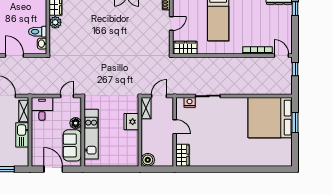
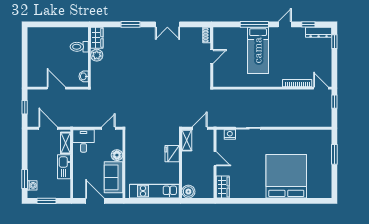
toilet: (38, 32) -> (79, 47), moved
wardrobe: (185, 48) -> (226, 80), removed
bed: (270, 118) -> (286, 176), moved, turned 90
kitchen unit: (91, 134) -> (154, 191), moved, turned -90

